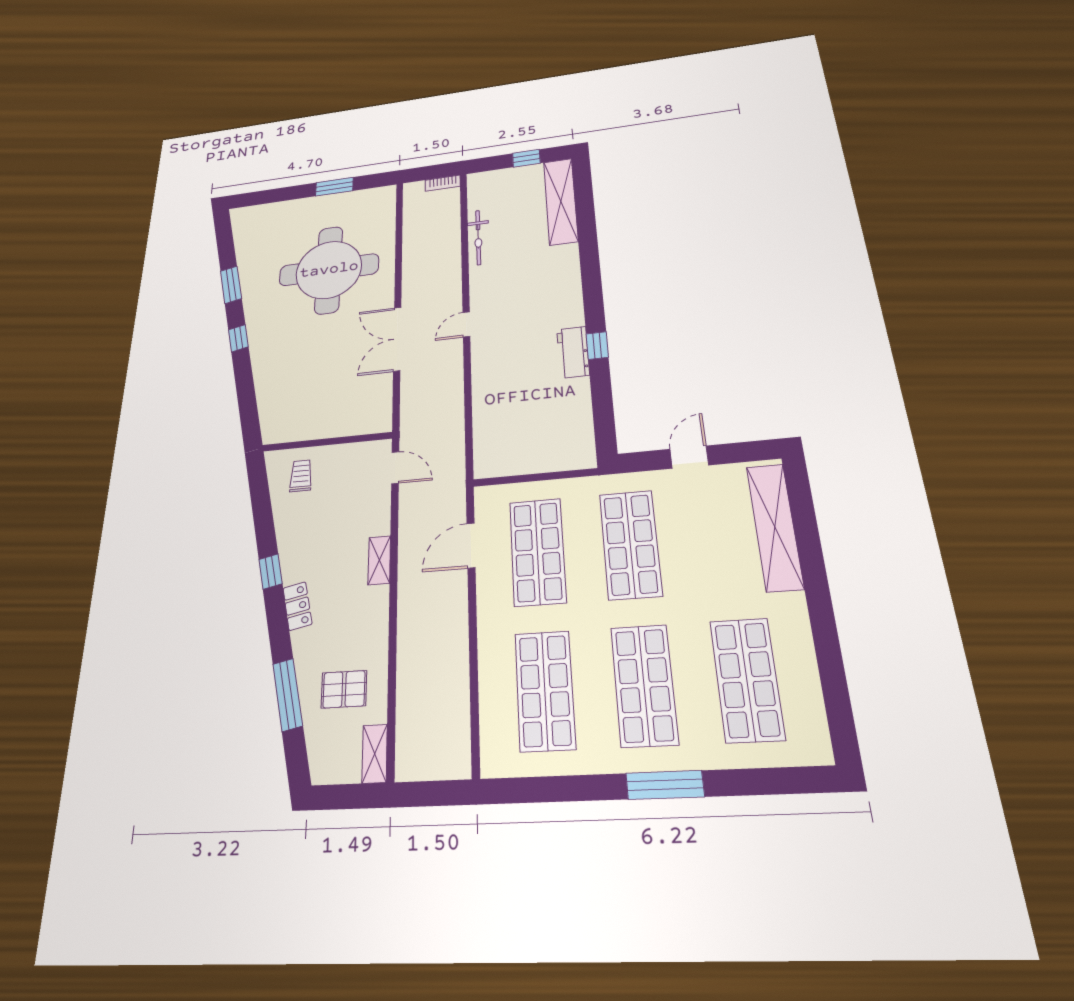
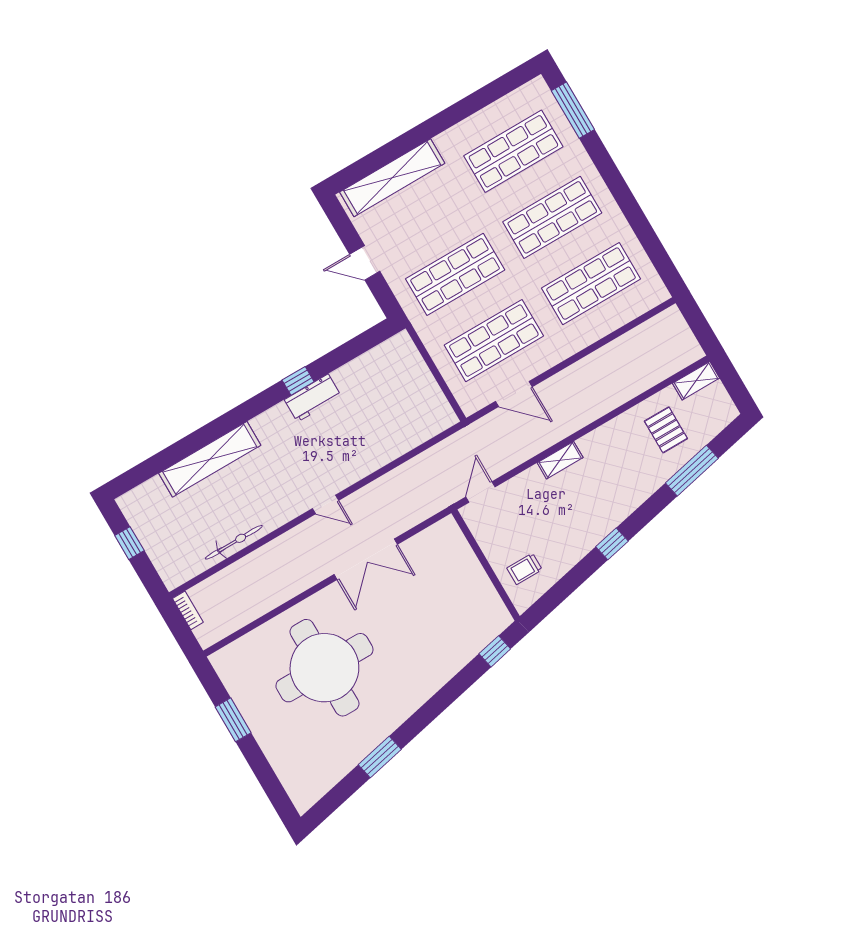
shelving: (561, 201) -> (210, 459), moved
window: (238, 338) -> (495, 651), moved
locker: (297, 606) -> (627, 504), removed
window: (665, 785) -> (573, 110), moved

